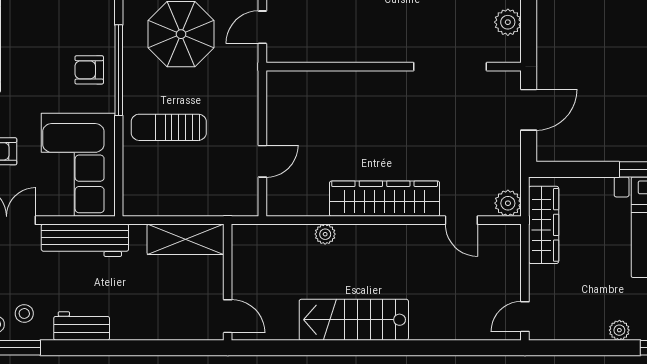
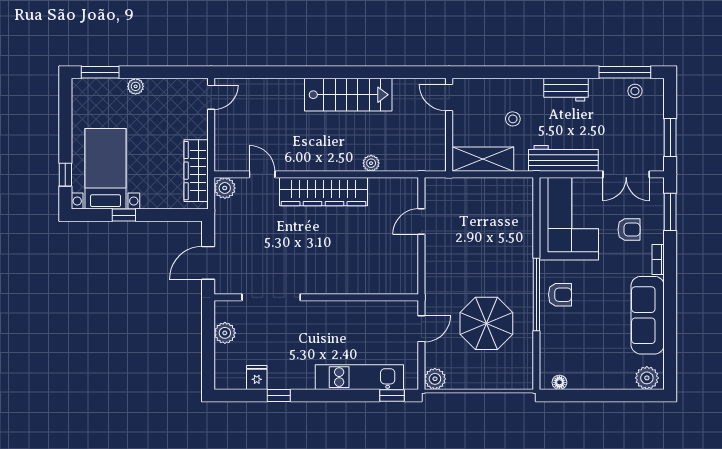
sun lounger: (169, 127) -> (496, 249), removed
stool: (24, 313) -> (513, 119), moved

